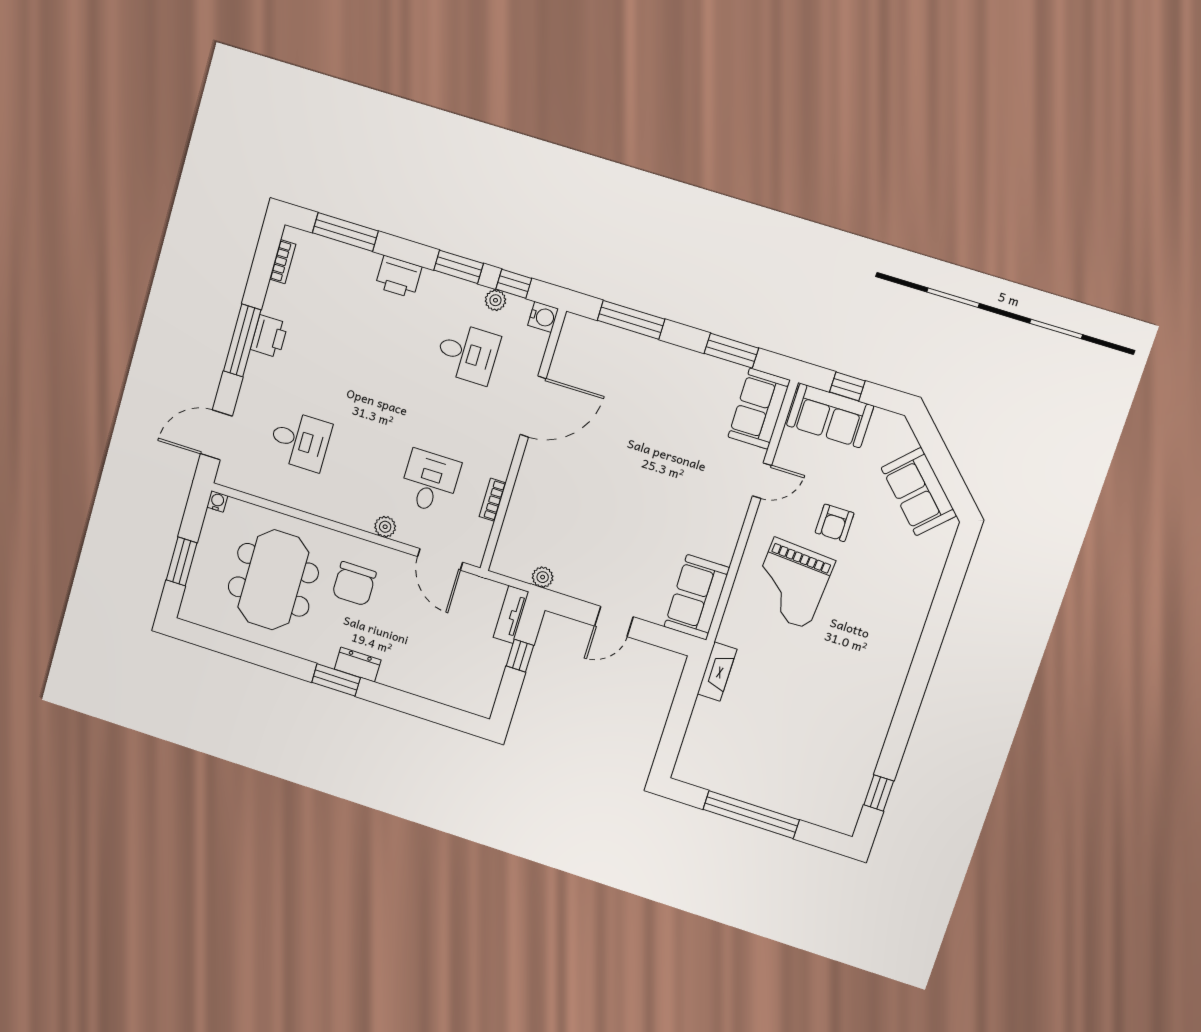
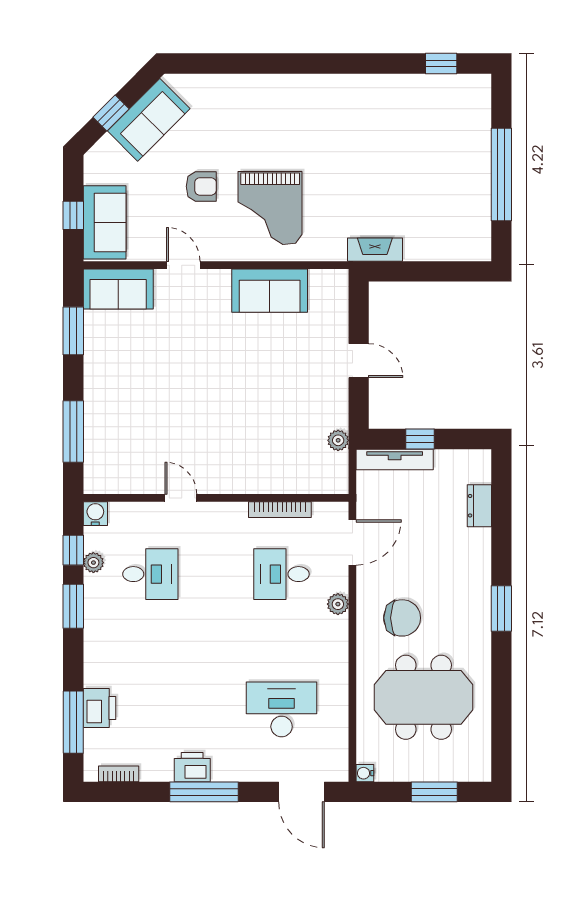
printer: (398, 277) -> (99, 708), moved
desk: (468, 353) -> (150, 574), turned 90
door: (533, 407) -> (181, 498), width x0.53
desk: (300, 441) -> (282, 709), width x1.37
window: (938, 456) -> (111, 113), added
bookcase: (493, 500) -> (280, 510), width x1.56
grand piano: (791, 583) -> (270, 208), turned 86
sofa: (697, 597) -> (270, 291), moved
tv unit: (511, 615) -> (395, 459), width x1.41
dresser: (358, 665) -> (479, 506), moved

